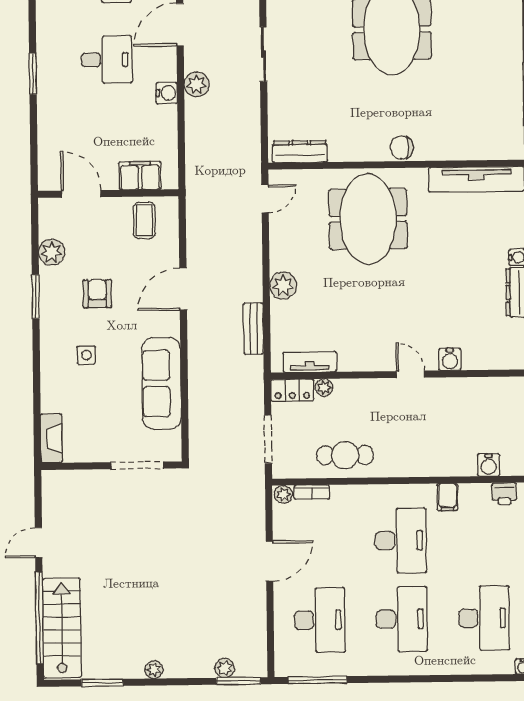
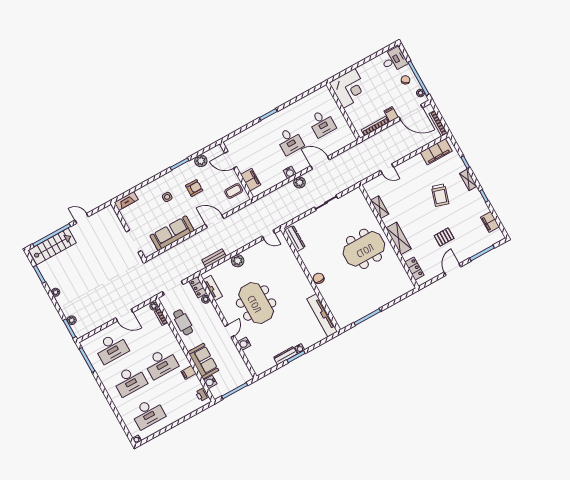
door: (81, 194) -> (231, 160), swing flipped
meeting table: (368, 219) -> (256, 303), moved, turned 90
sofa: (441, 457) -> (203, 361), added

